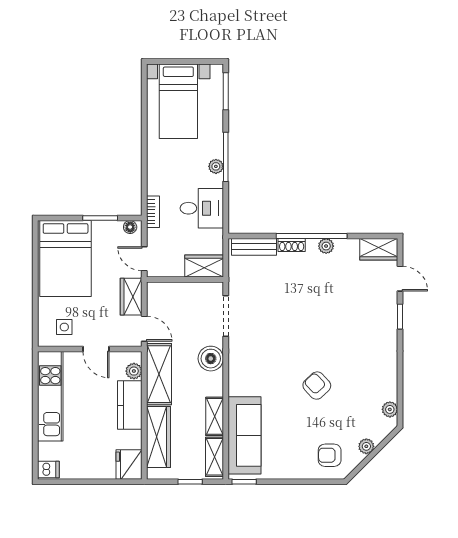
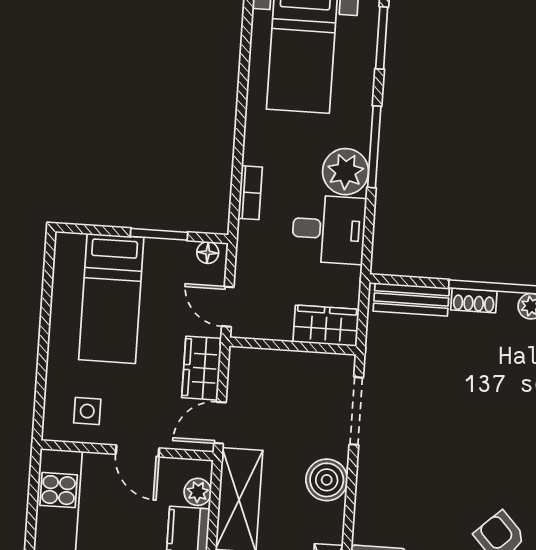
plant: (216, 166) -> (346, 172), width x1.88, depth x1.88
bookcase: (153, 212) -> (250, 193), moved
bed: (66, 259) -> (111, 298), width x0.67
door: (144, 329) -> (220, 423), swing flipped

